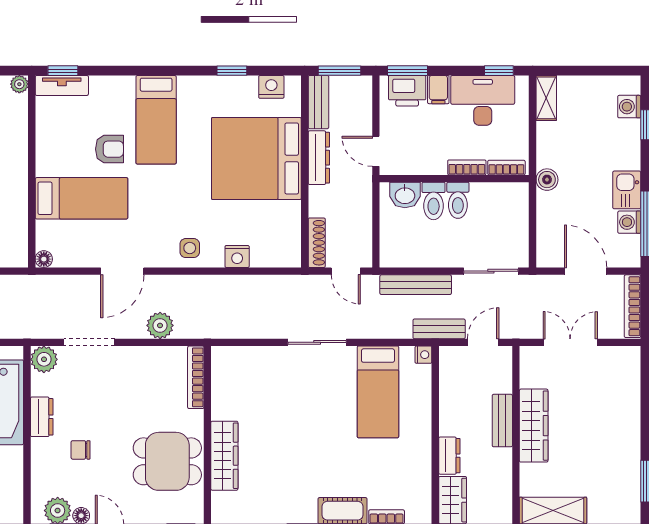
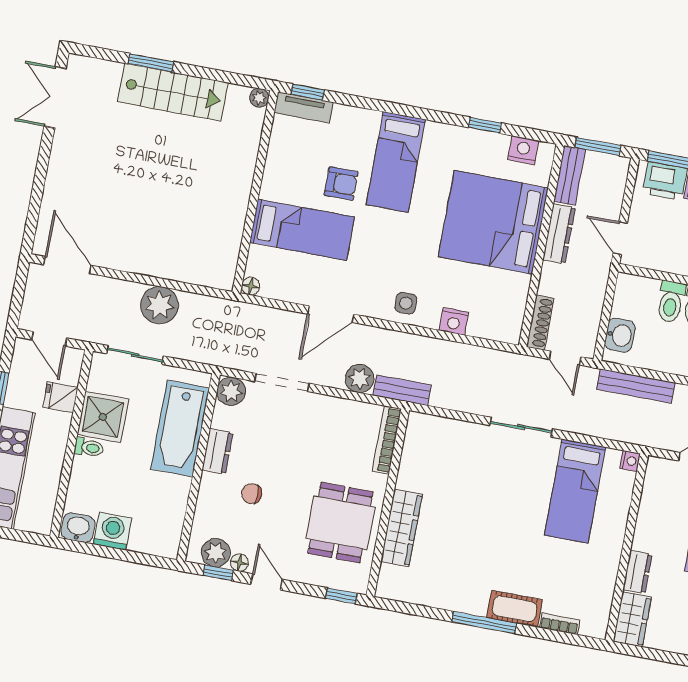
washbasin: (405, 195) -> (620, 335), moved, turned -90
bench: (439, 329) -> (402, 390), moved
dining table: (167, 461) -> (340, 523), turned 90

